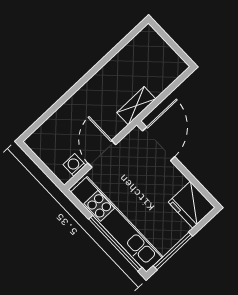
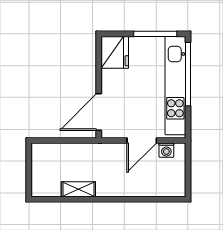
shelving: (136, 106) -> (78, 189), moved

